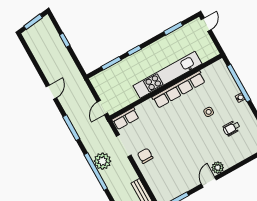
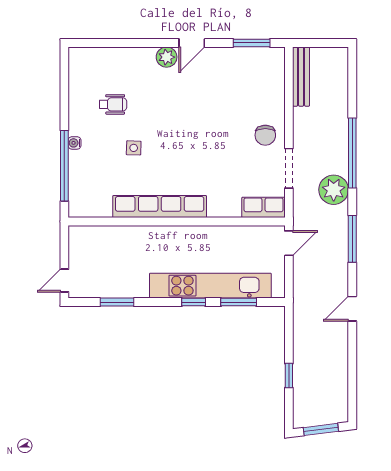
kitchen unit: (168, 75) -> (210, 286), moved, turned 180
plant: (102, 161) -> (334, 190), moved

